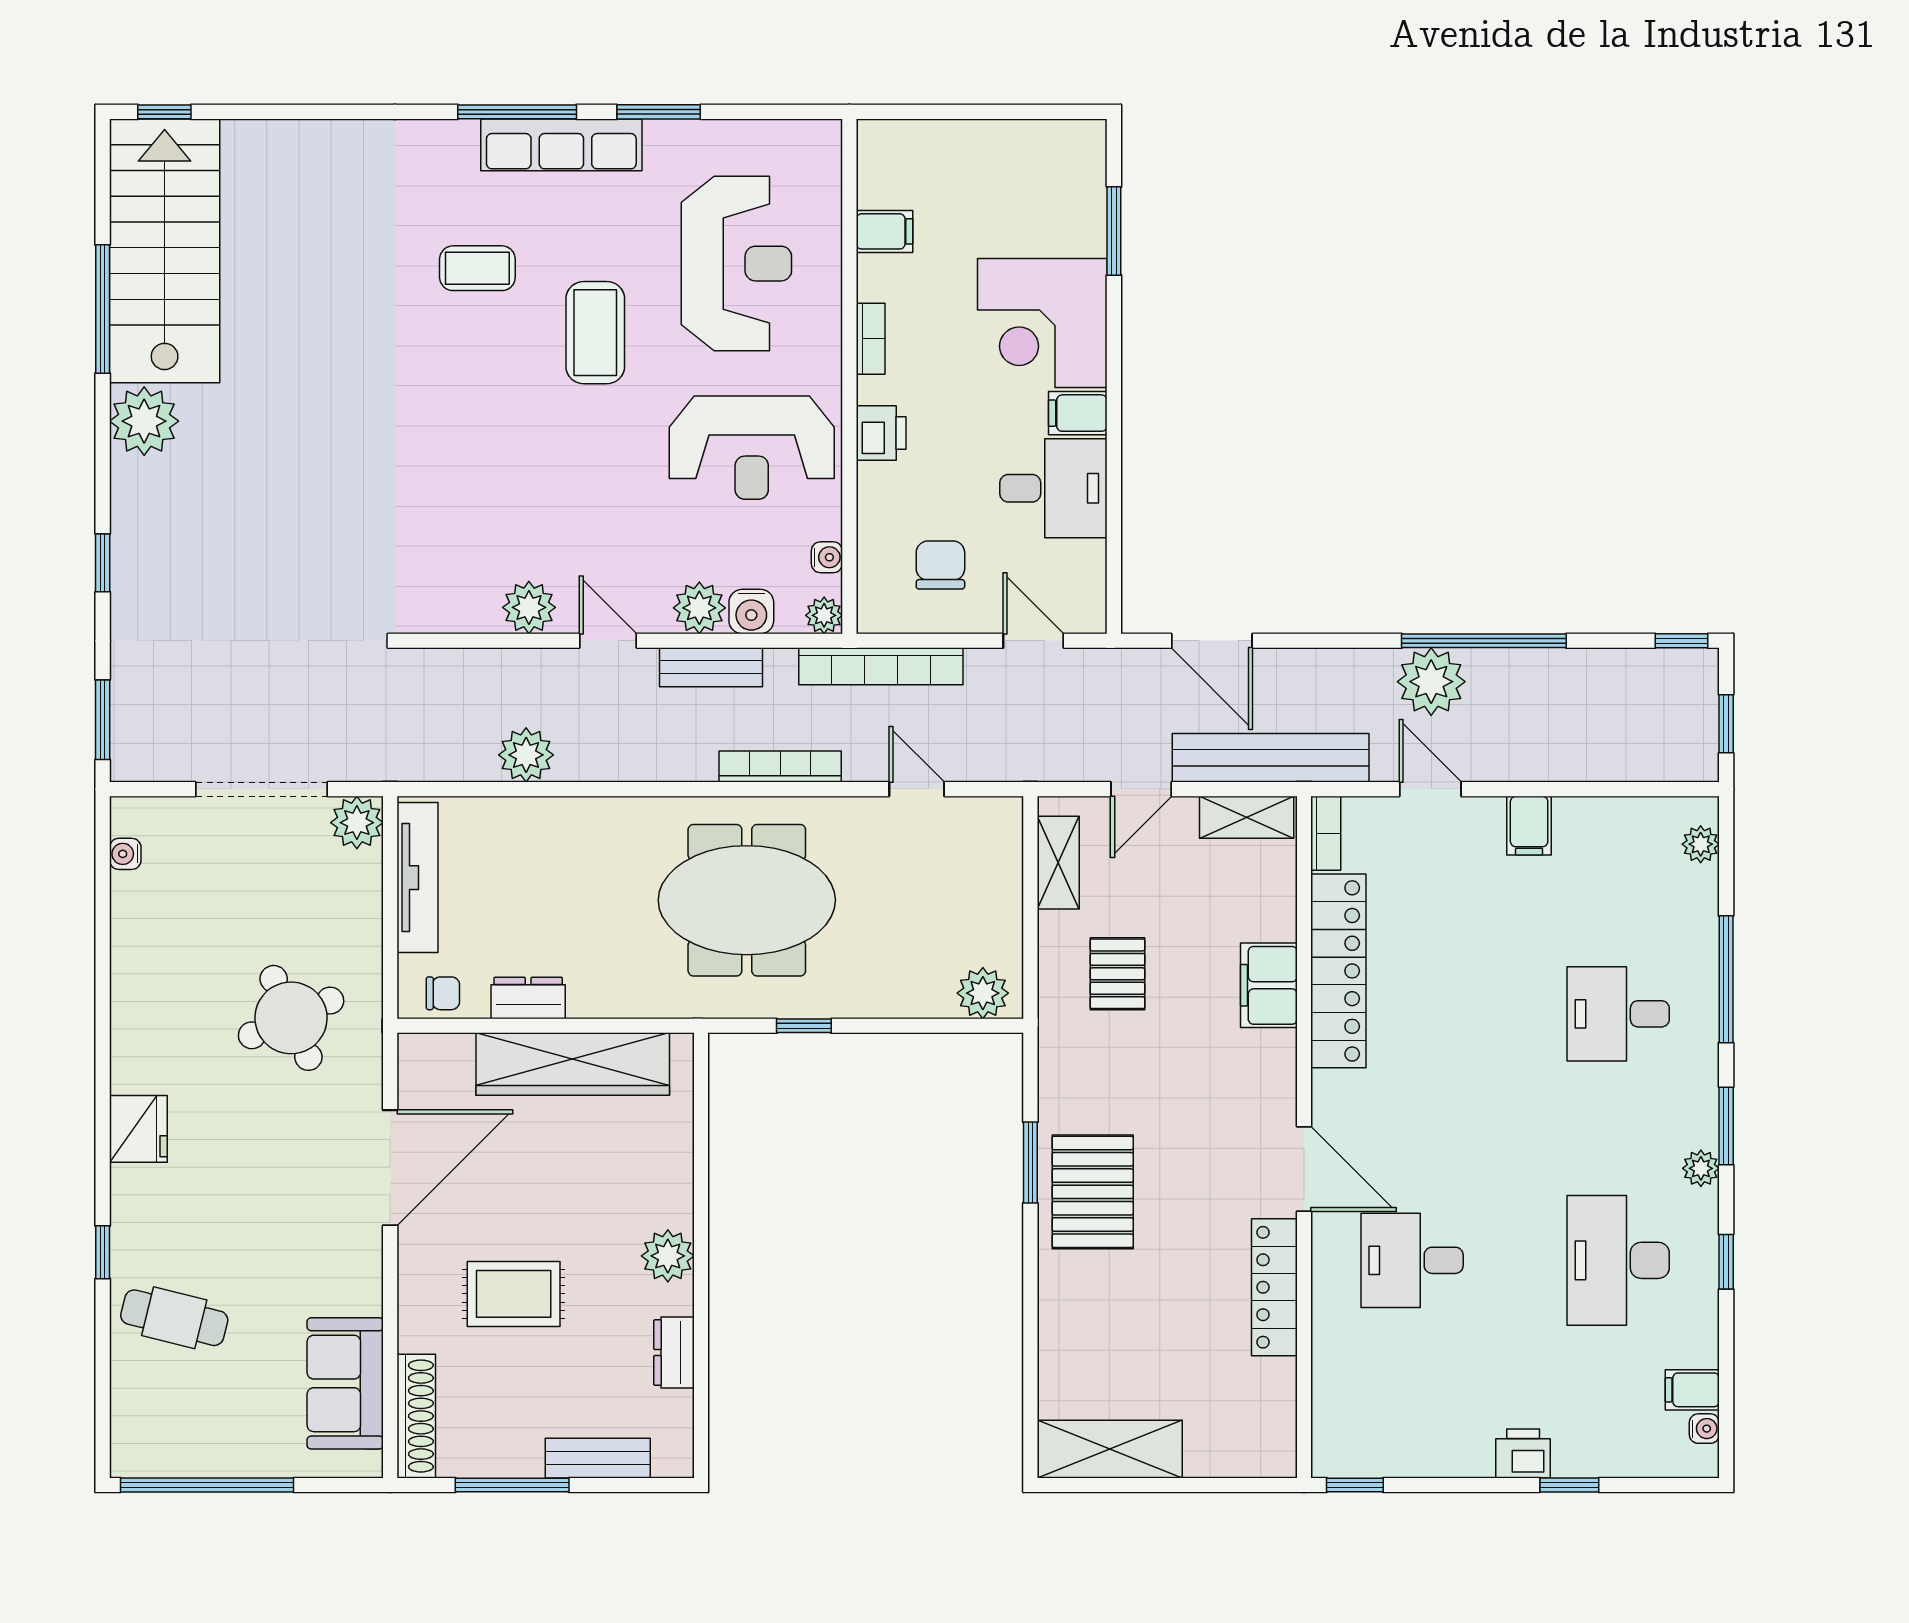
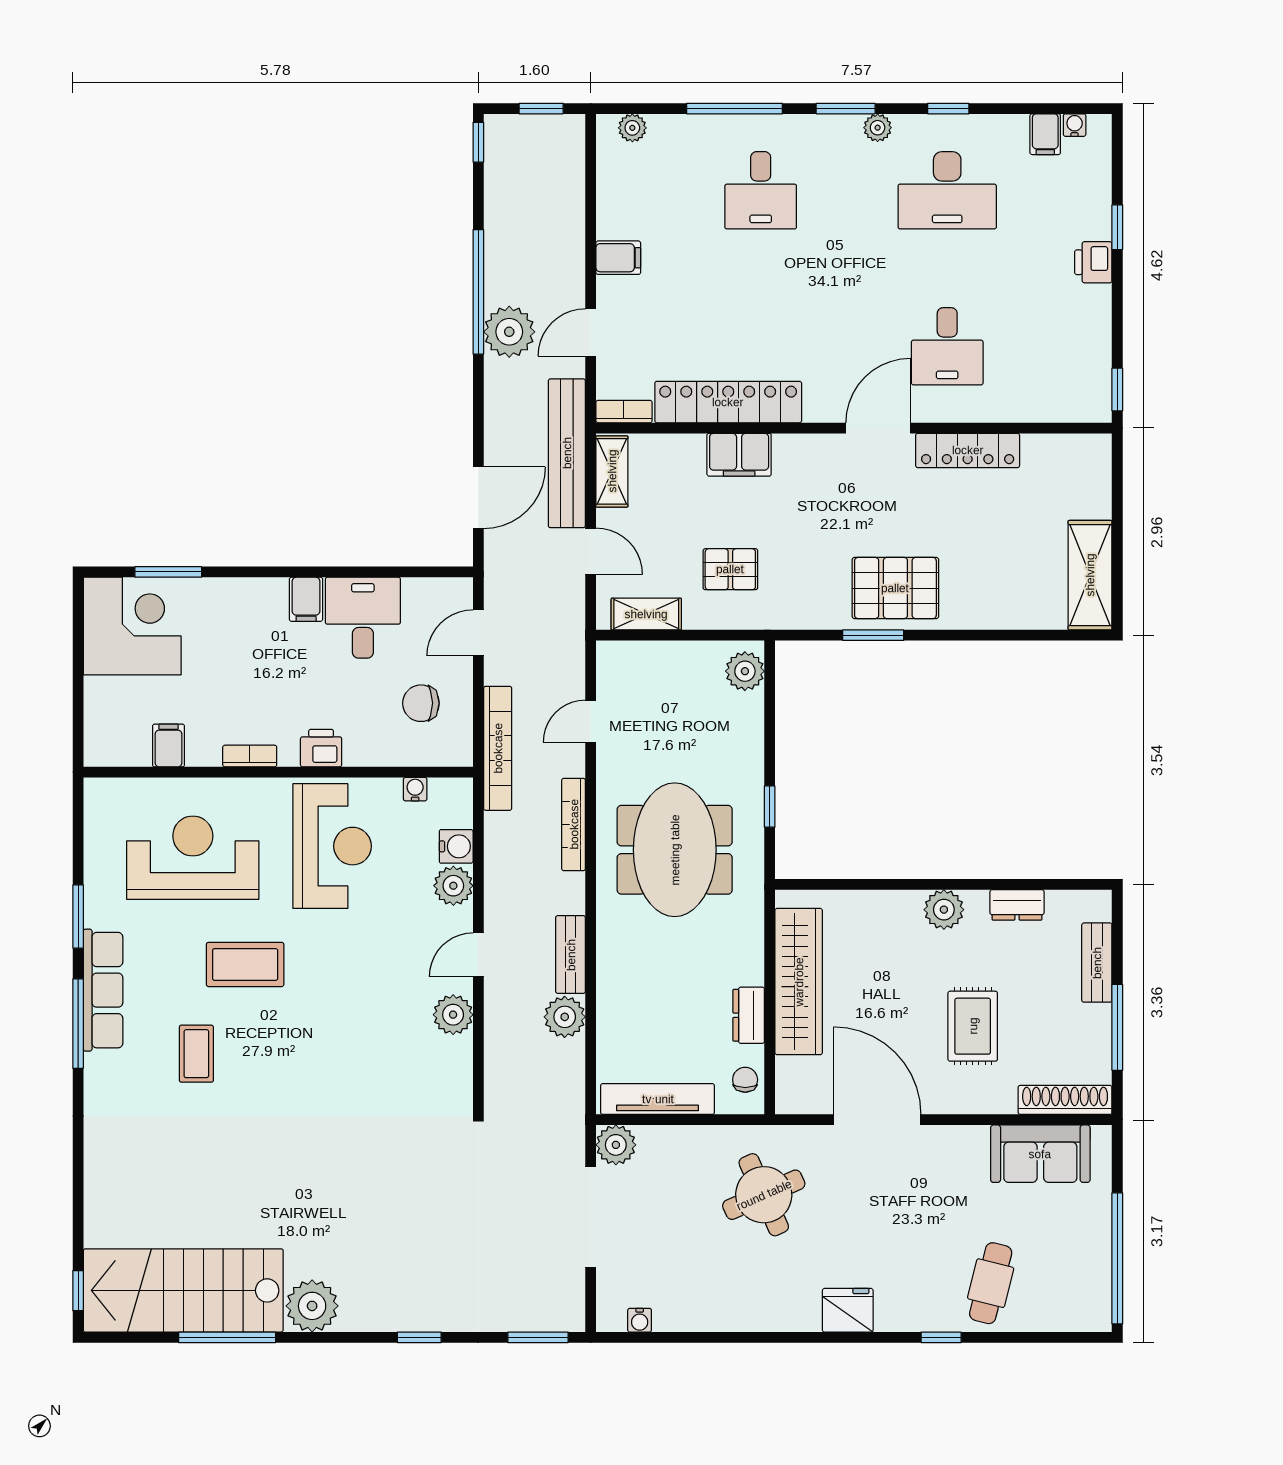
corner desk: (1042, 323) -> (132, 626), moved, turned -90
plant: (824, 615) -> (459, 791), removed
bench: (711, 667) -> (571, 955), moved

